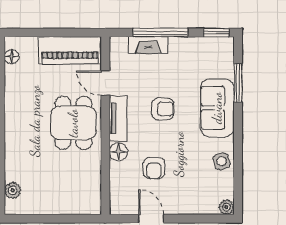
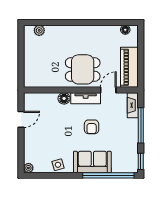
fireplace: (148, 45) -> (133, 105), moved
window: (238, 83) -> (108, 175), width x2.11
armchair: (154, 168) -> (54, 121), removed

